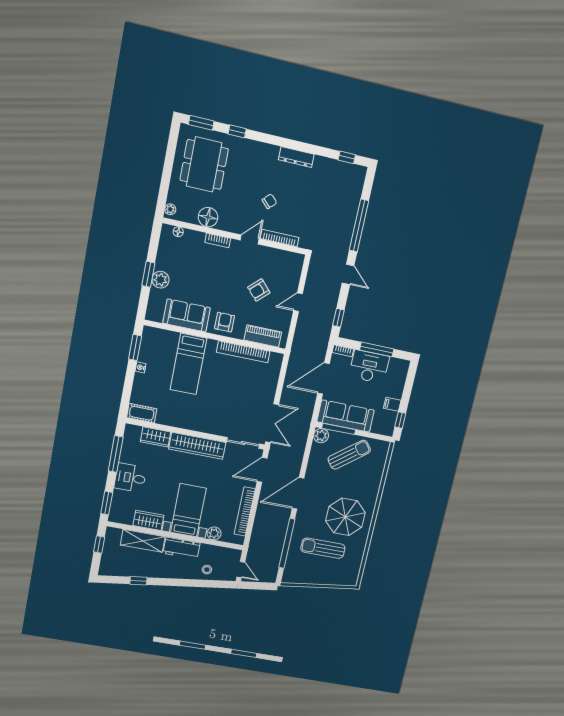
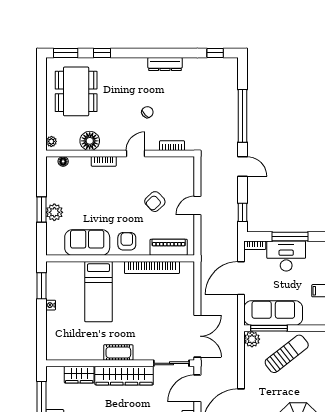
bookcase: (280, 238) -> (172, 146), width x0.64
cot: (142, 413) -> (118, 352), moved

